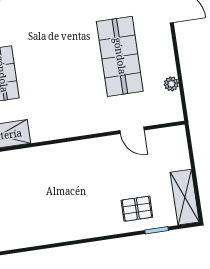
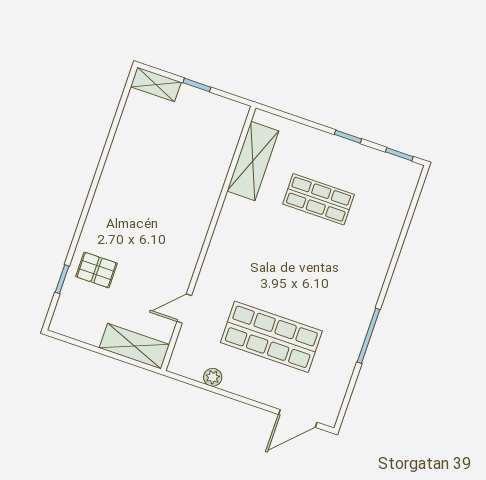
shelving: (185, 197) -> (134, 346), moved
pallet: (137, 209) -> (97, 270), turned 90

